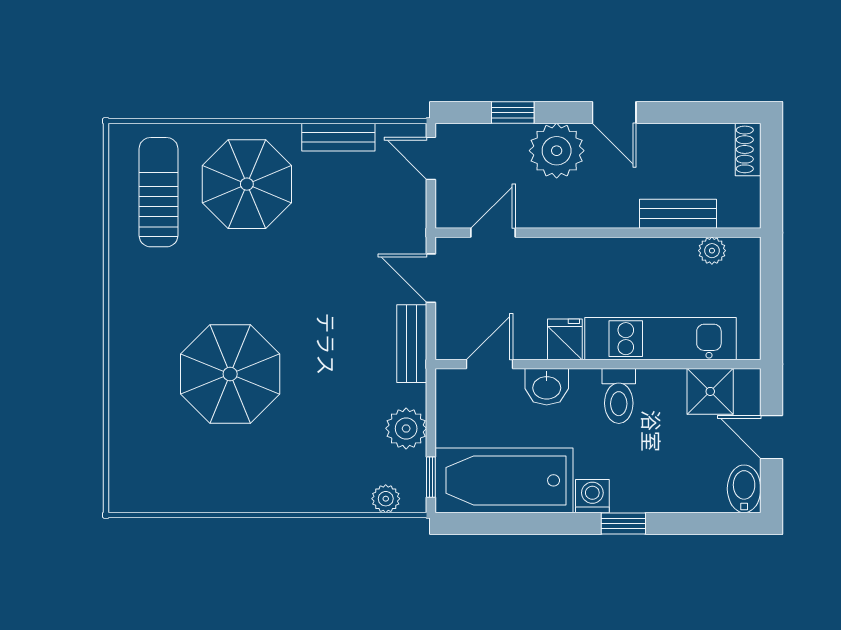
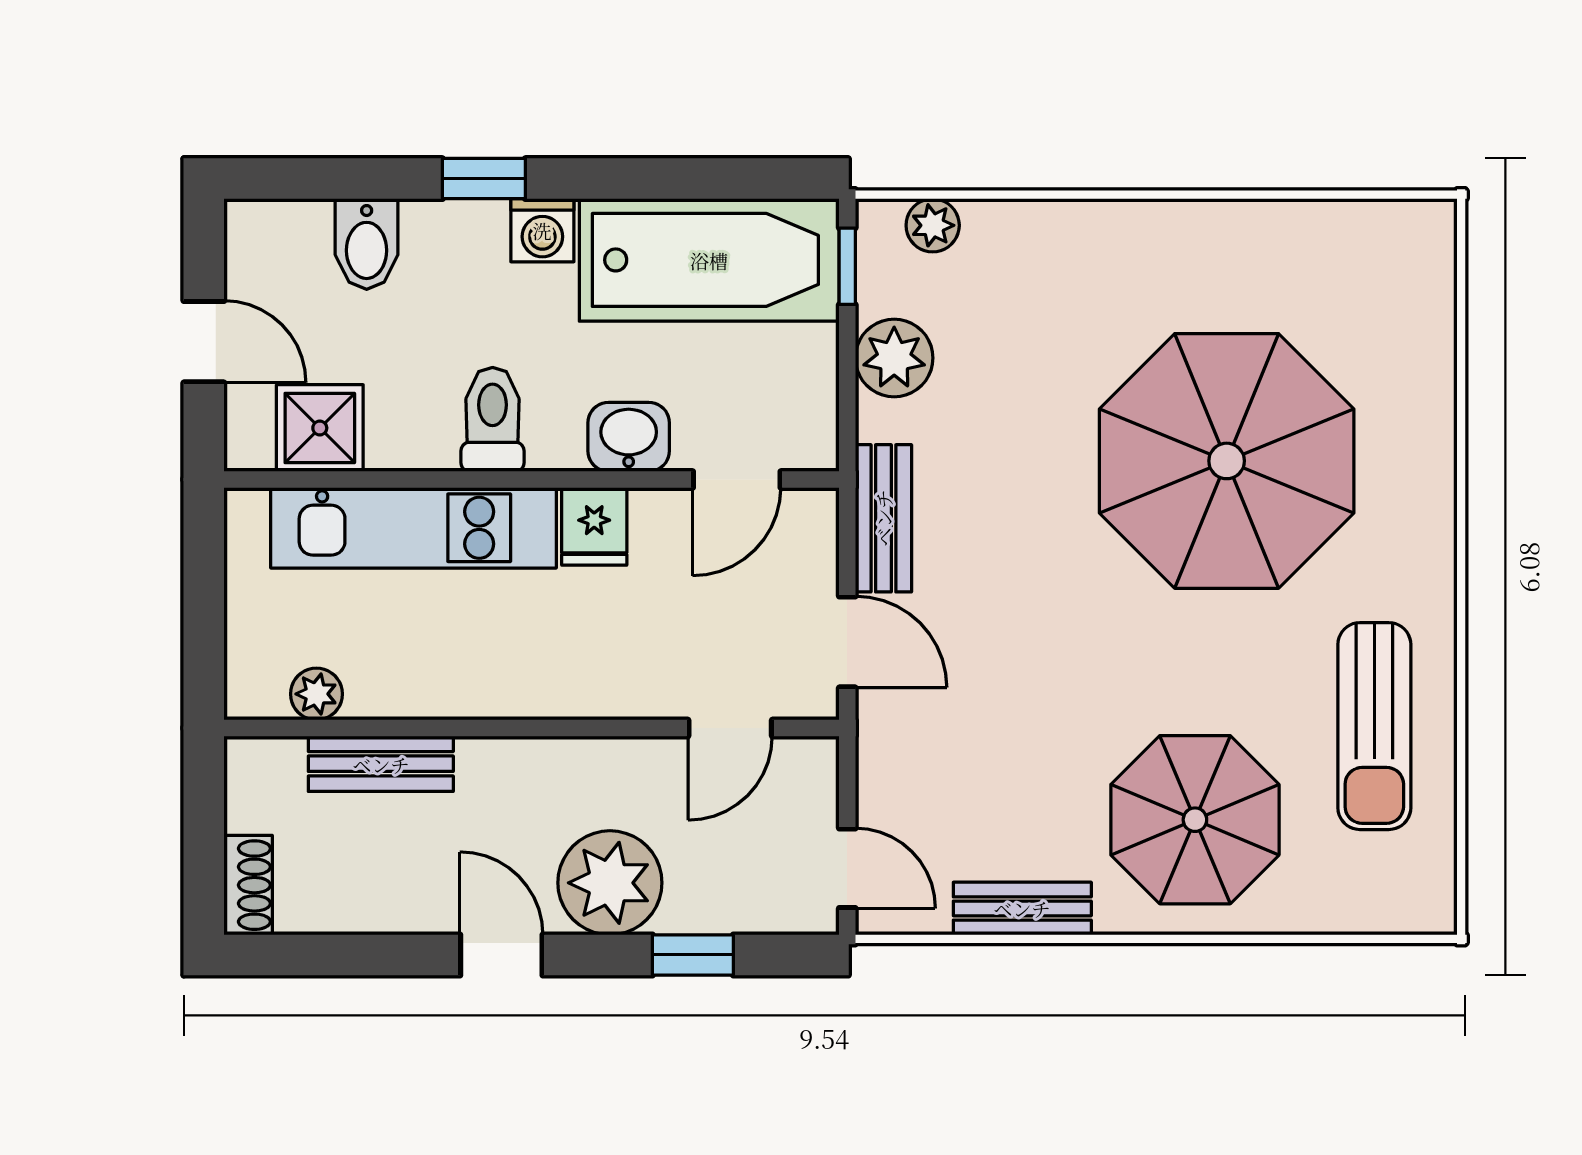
sun lounger: (158, 192) -> (1374, 726), moved
parasol: (230, 374) -> (1227, 461), width x1.36, depth x1.36
bidet: (744, 489) -> (367, 244), moved

